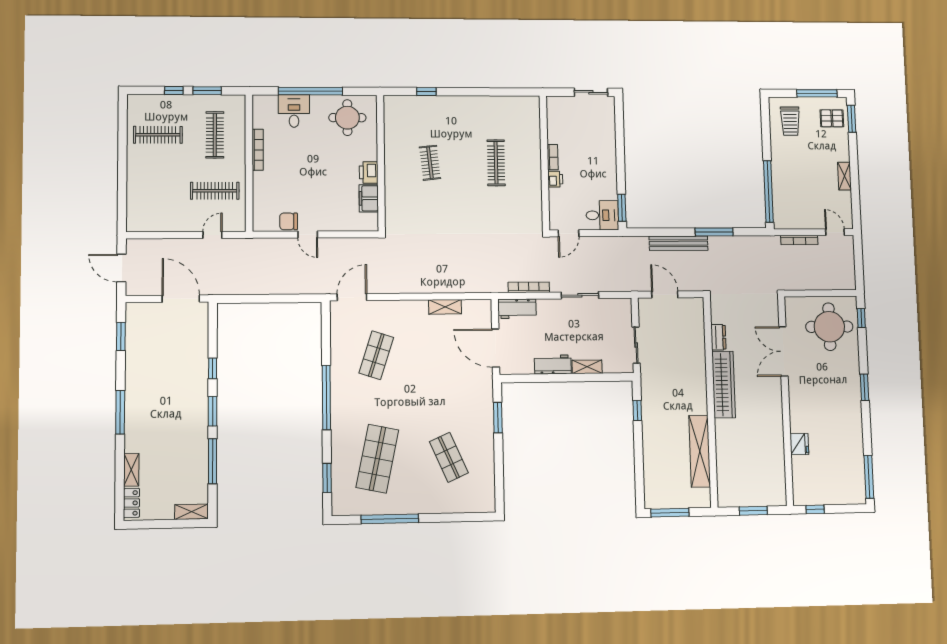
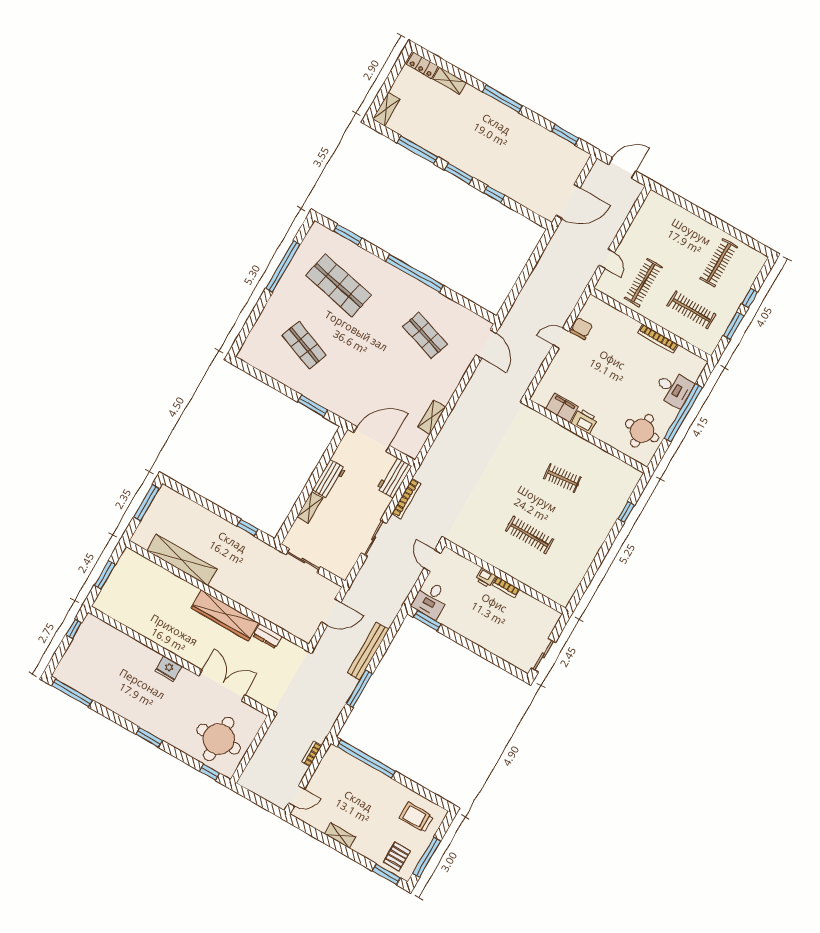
bookcase: (799, 240) -> (312, 754), width x0.64
fridge: (799, 444) -> (168, 669), moved
shop shelf: (449, 457) -> (304, 345), turned 45

